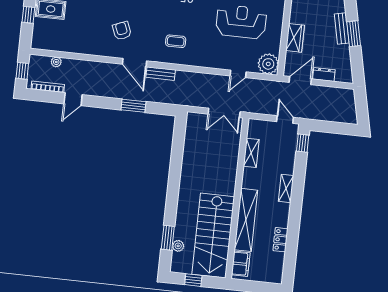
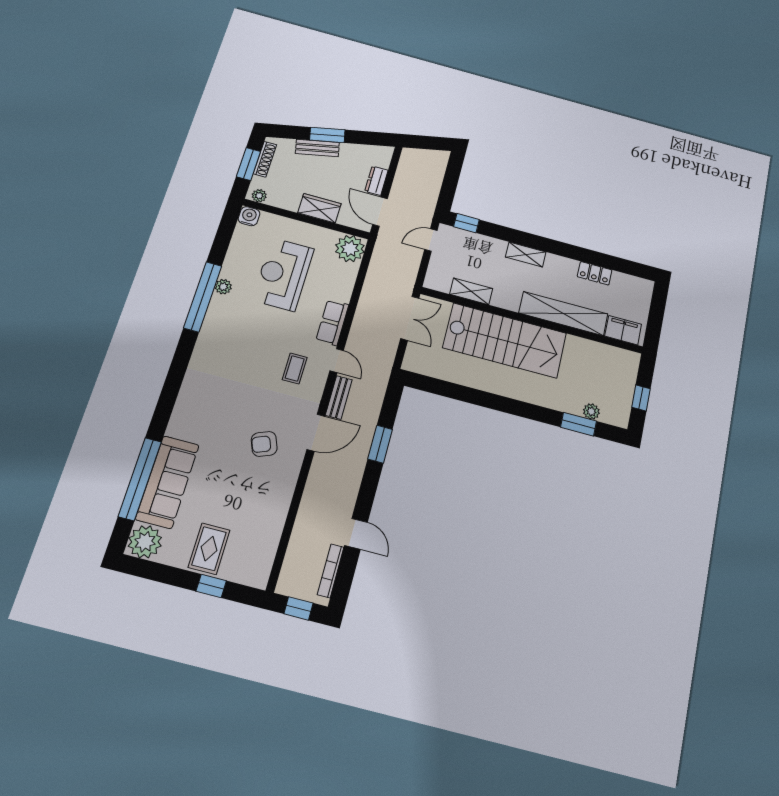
row of seats: (212, 61) -> (332, 322), added
plant: (56, 62) -> (294, 552), removed
door: (238, 74) -> (337, 361), moved
stairs: (213, 236) -> (505, 340), moved

